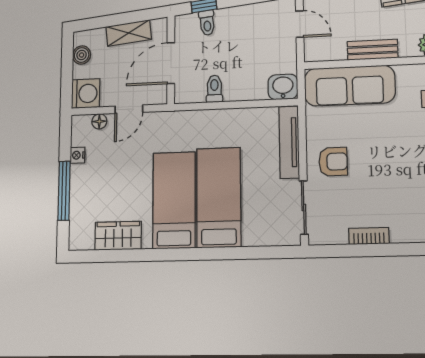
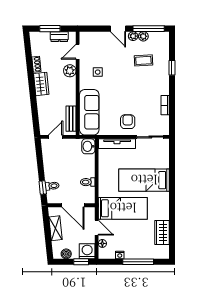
bench: (373, 50) -> (71, 119), moved
window: (67, 83) -> (81, 262), added
bed: (174, 200) -> (123, 208), moved, turned 180

